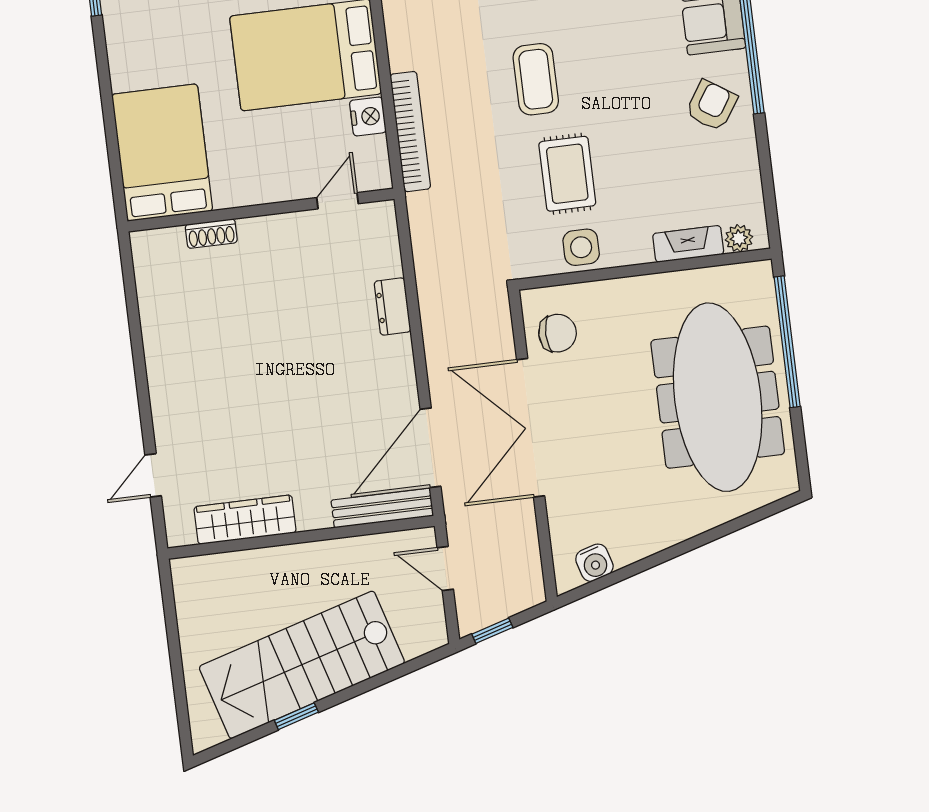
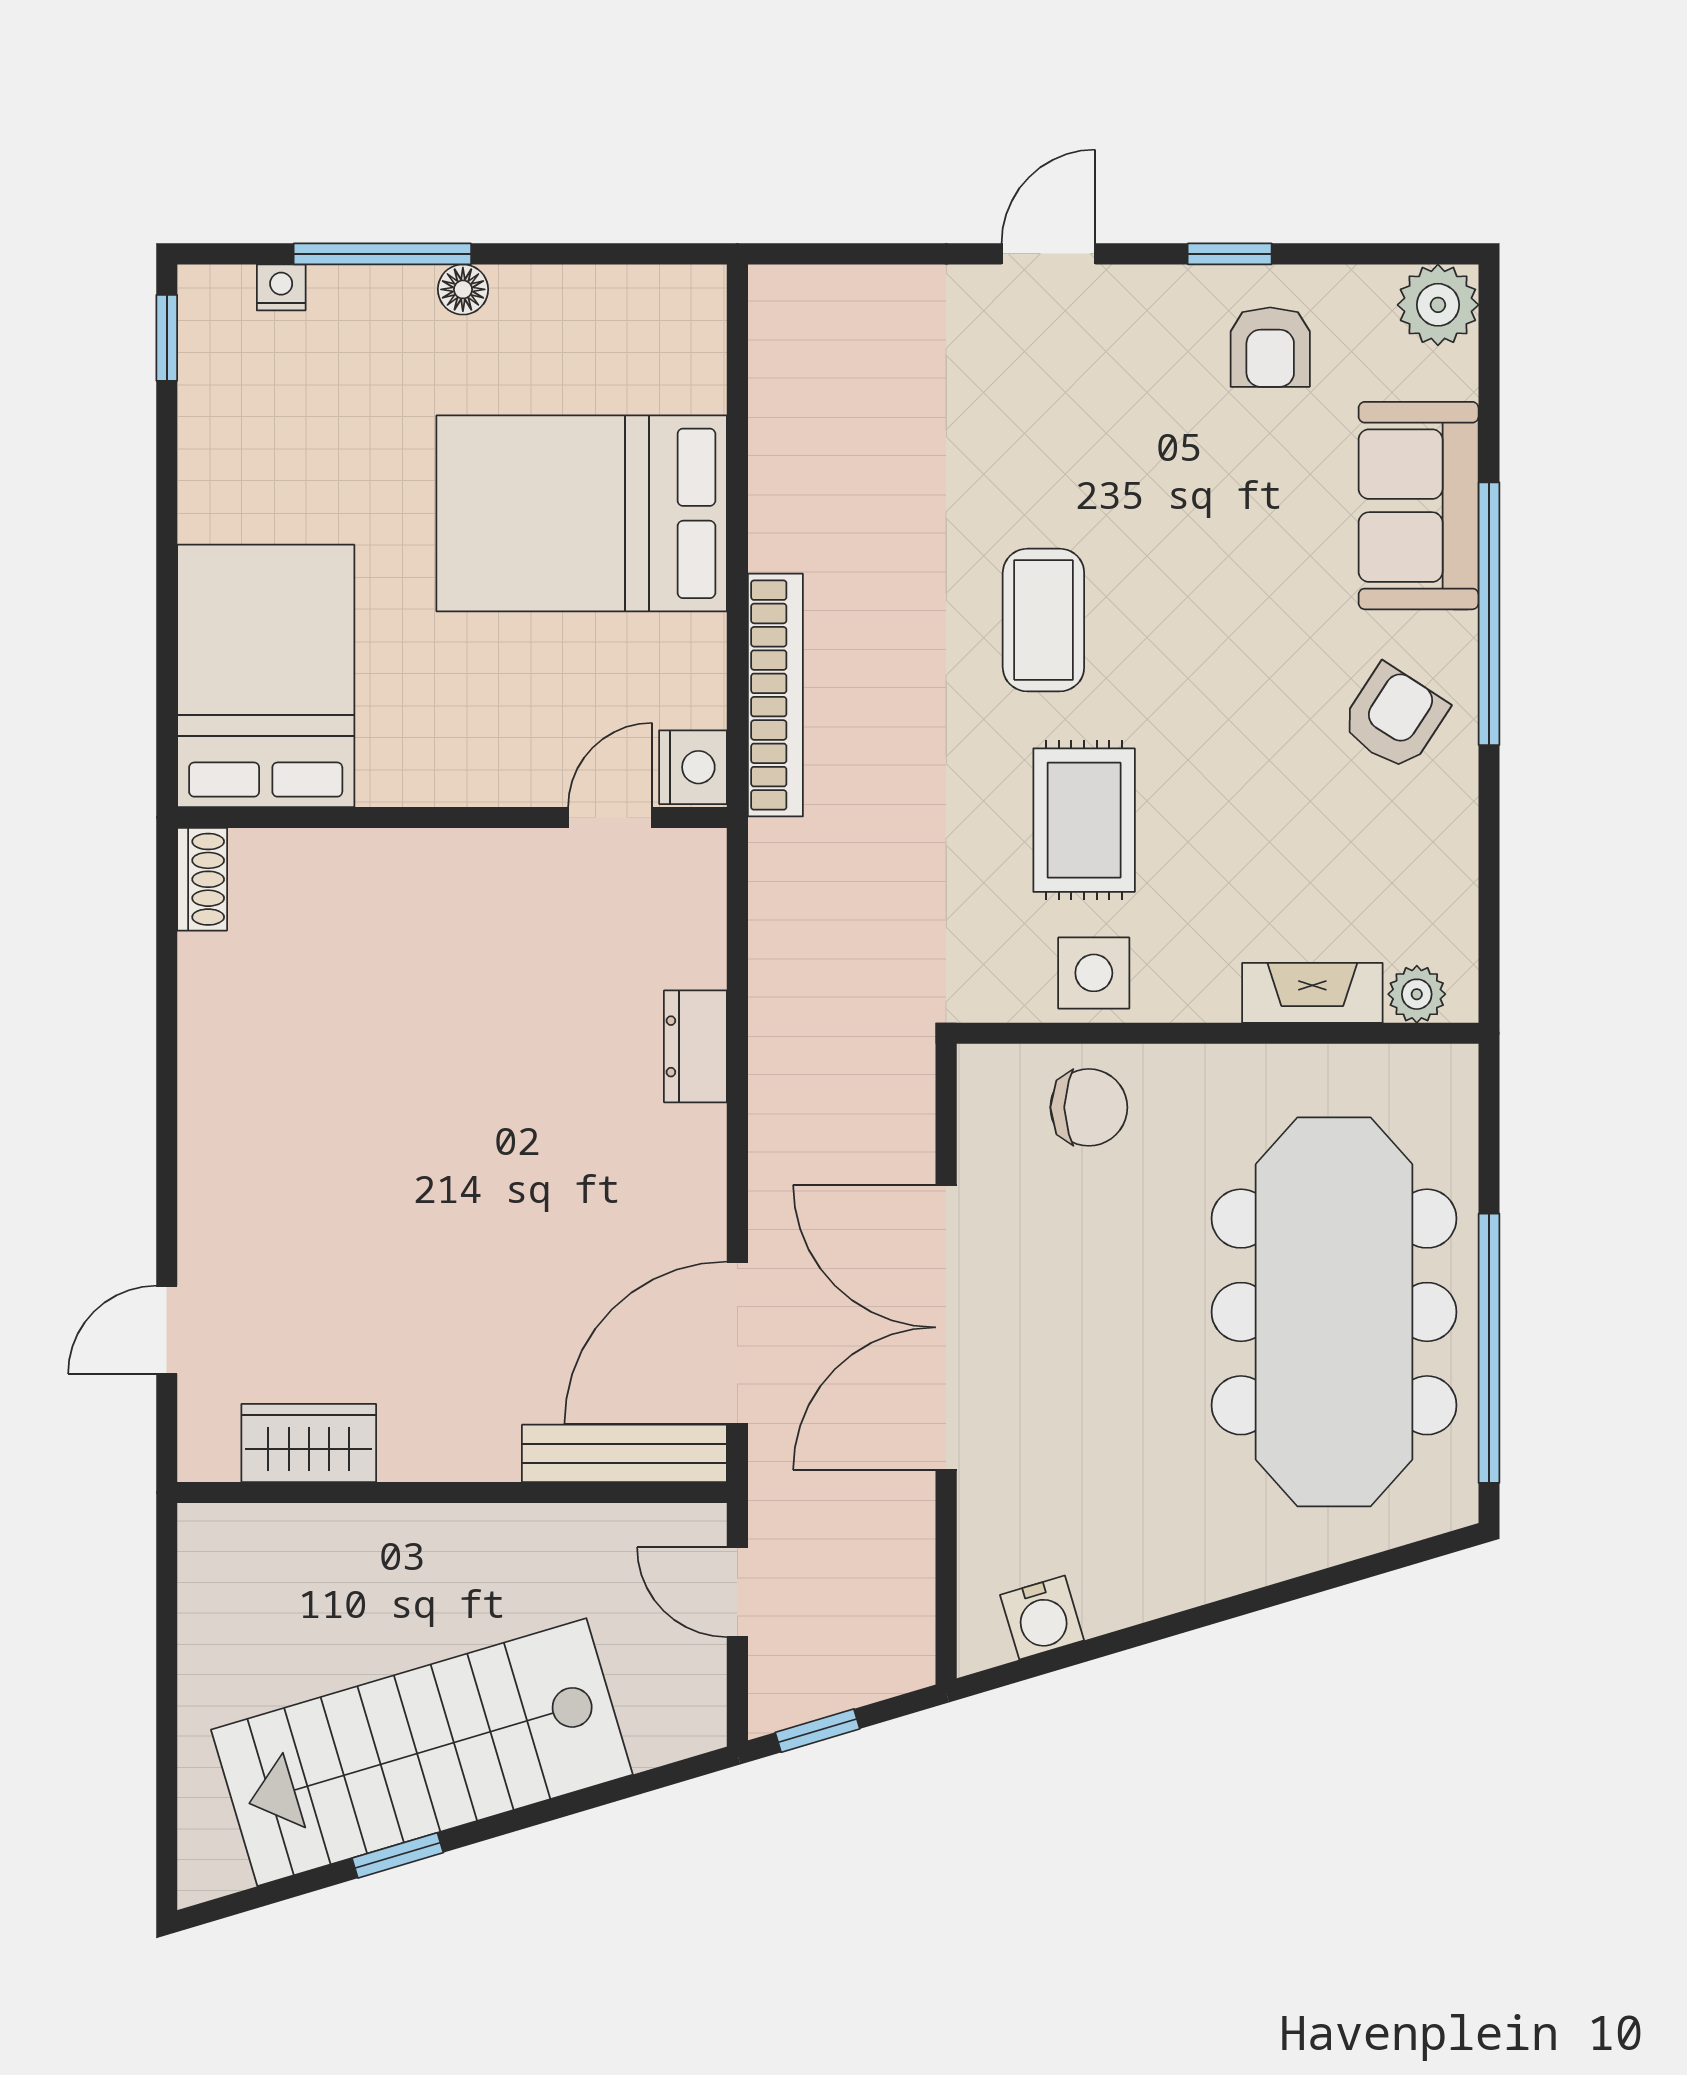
nightstand: (368, 116) -> (693, 767), moved
shoe rack: (211, 234) -> (202, 879), moved, turned -90
chair: (558, 333) -> (1089, 1107), moved
window: (787, 342) -> (1489, 1348), moved
wardrobe: (245, 520) -> (309, 1443), width x0.67

